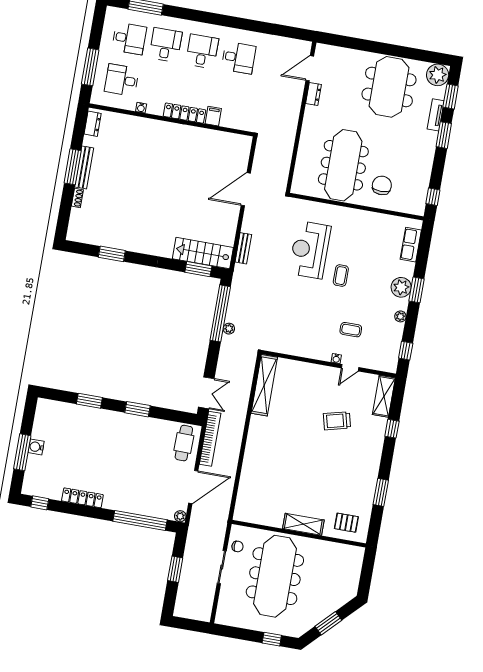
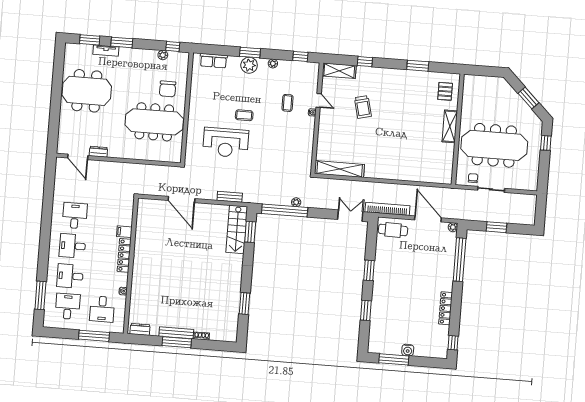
plant: (438, 75) -> (163, 55), moved, width x0.53, depth x0.53
chair: (382, 185) -> (168, 89), turned -90
window: (22, 452) -> (394, 359), moved

